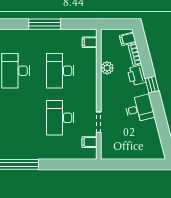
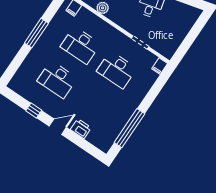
filing cabinet: (90, 142) -> (160, 66), moved

